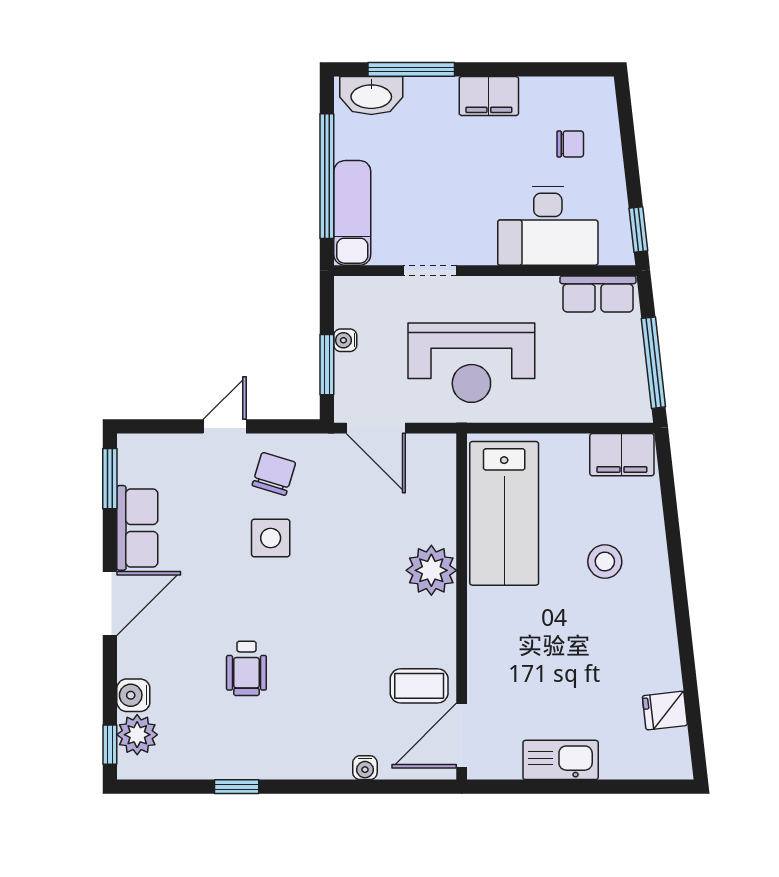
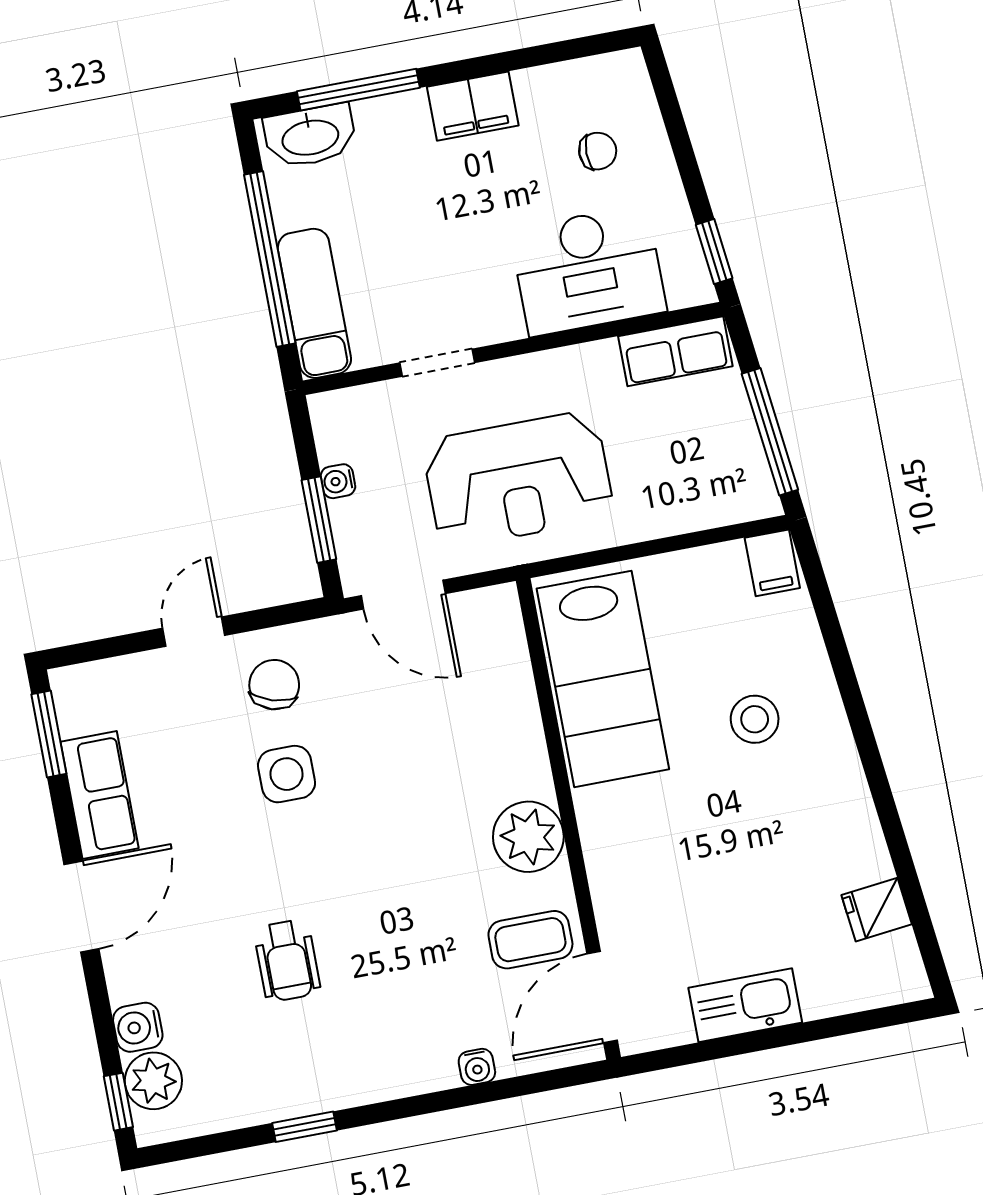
filing cabinet: (622, 455) -> (772, 563), width x0.50
plant: (431, 570) -> (528, 837), moved

